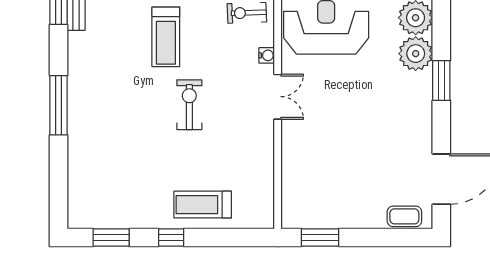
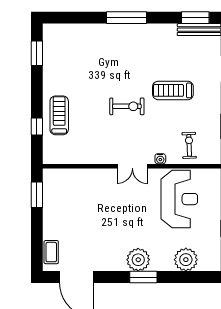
plant: (416, 54) -> (138, 260), moved
window: (171, 238) -> (37, 127), moved

